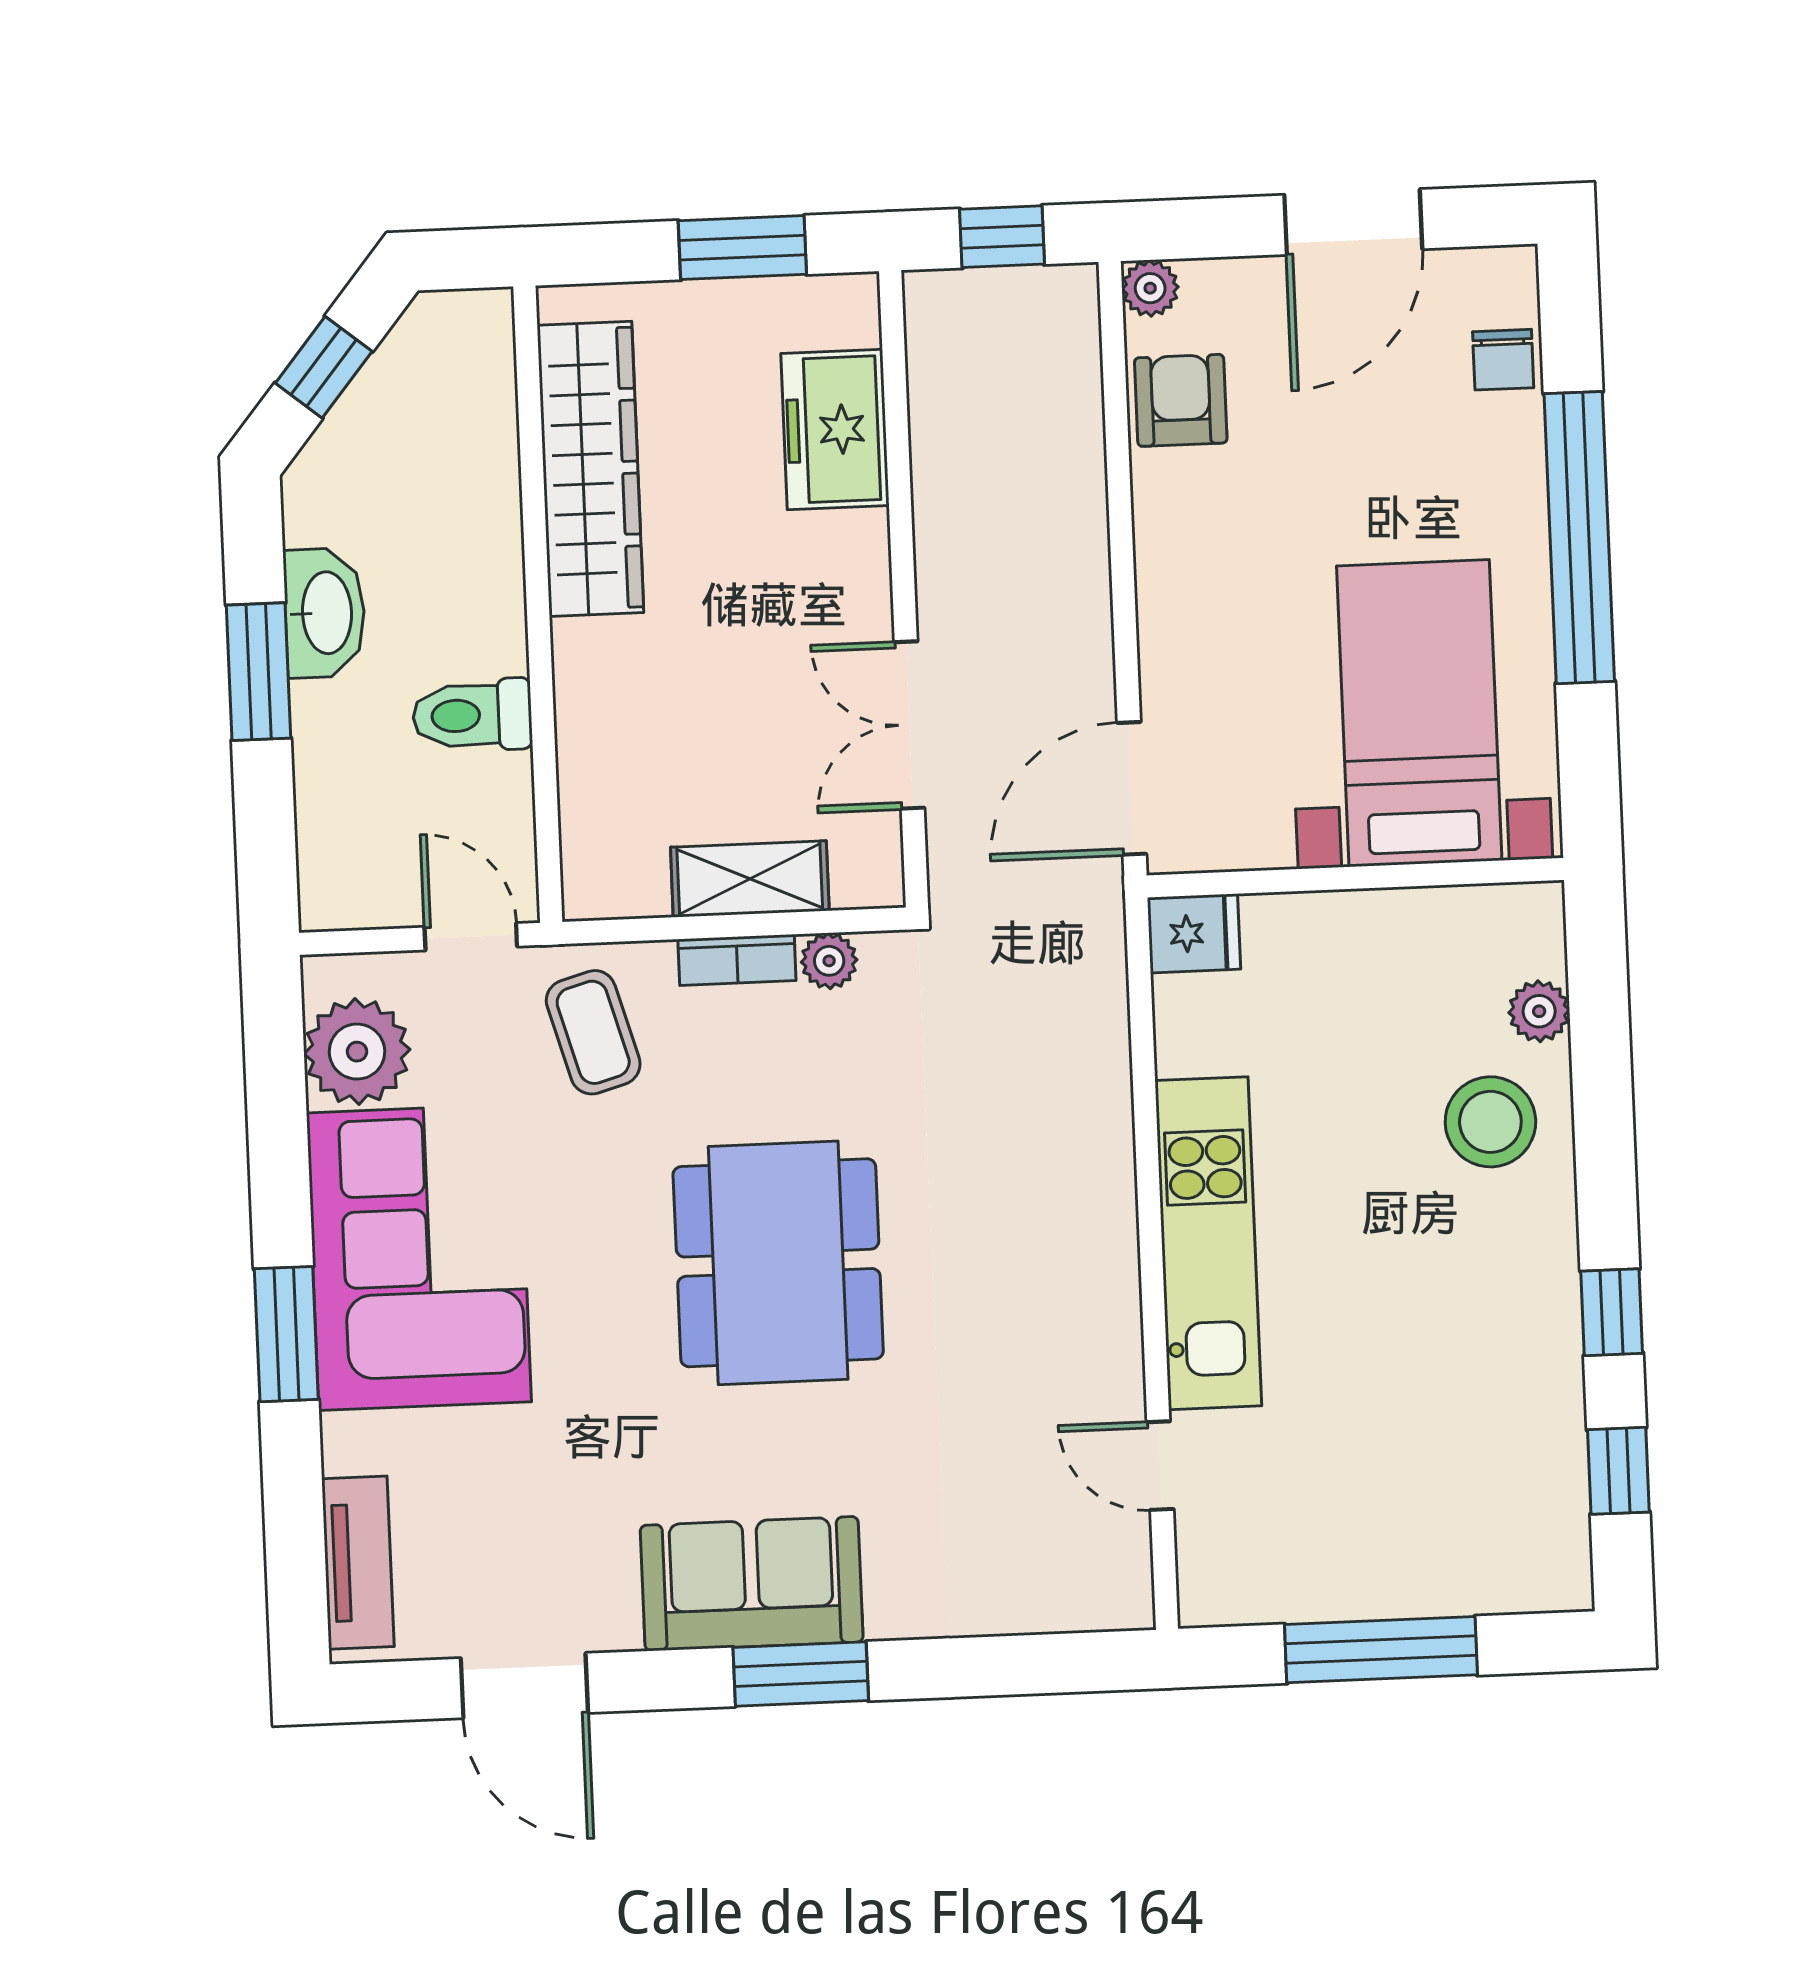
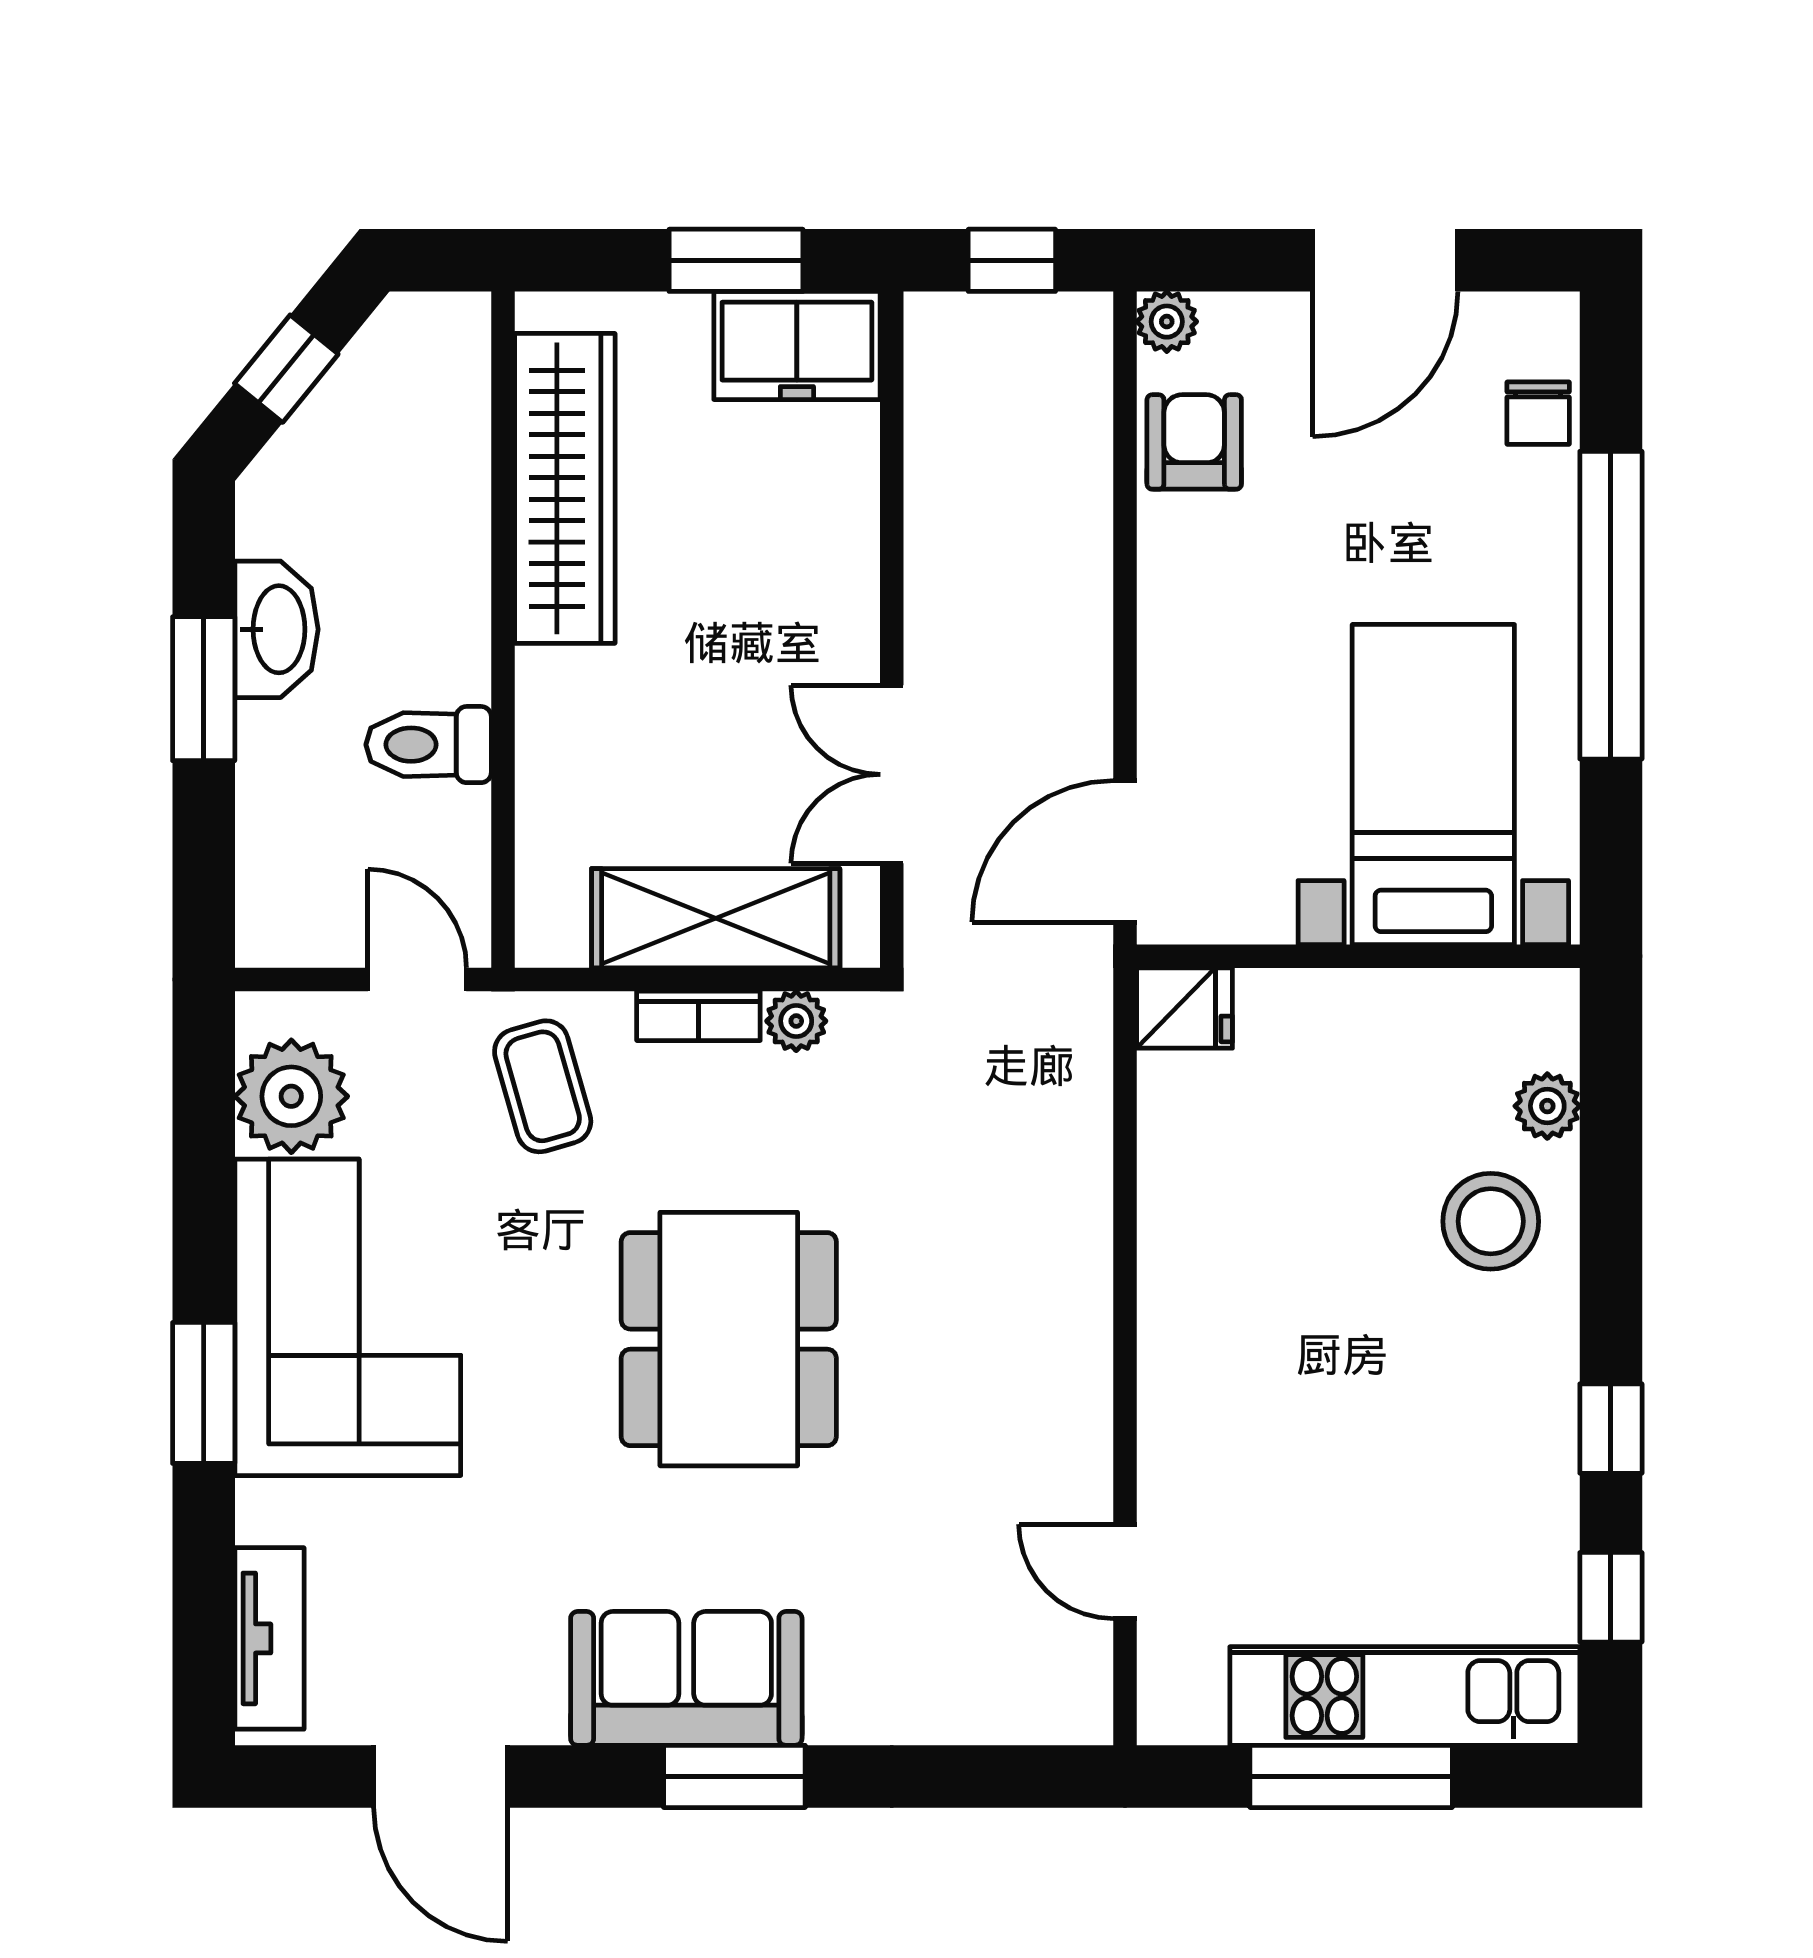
freezer: (835, 429) -> (797, 345), moved, turned -90
shelving: (750, 879) -> (716, 918), width x1.50, depth x1.33
kitchen unit: (1208, 1243) -> (1405, 1696), moved, turned -90

